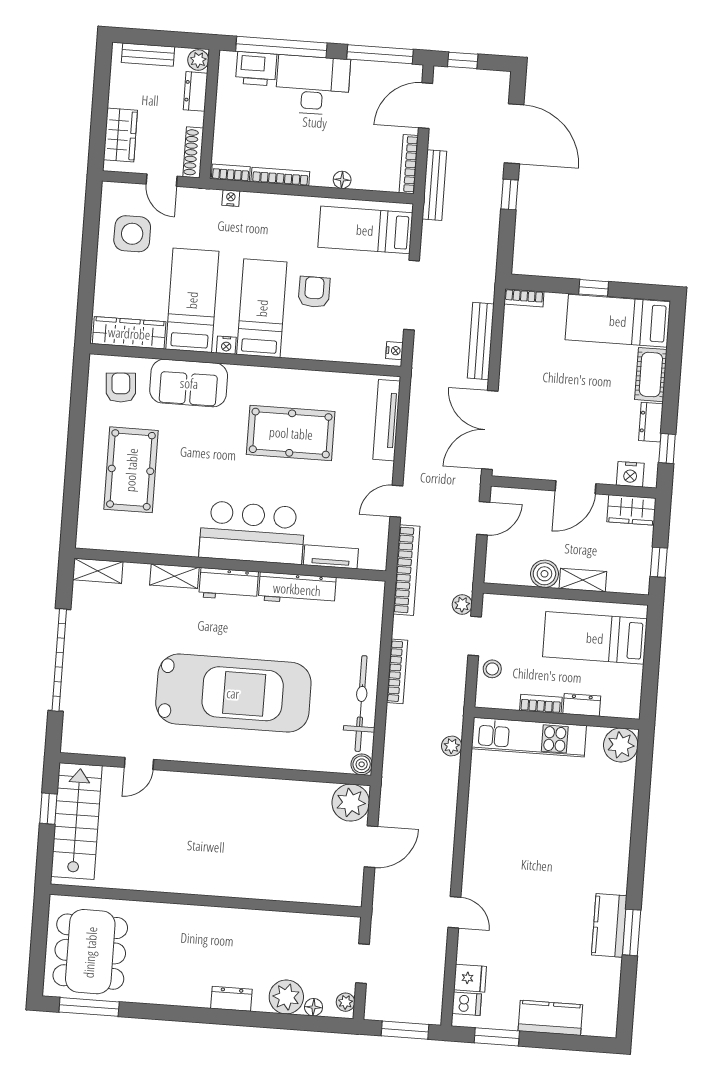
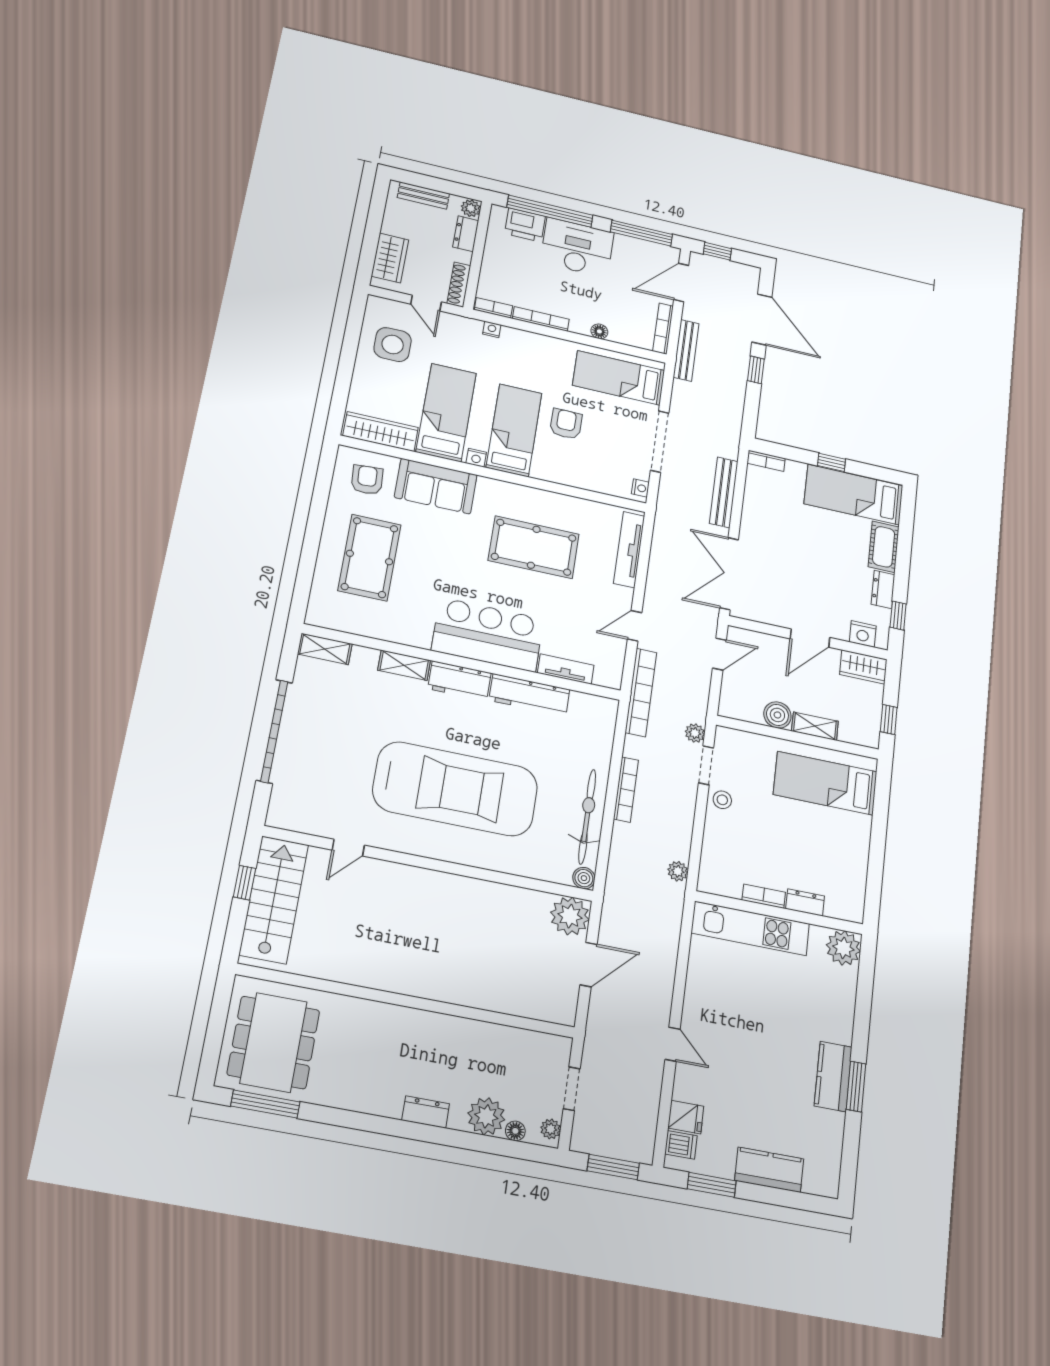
bookcase: (541, 704) -> (764, 896), moved
dresser: (582, 705) -> (805, 902), moved
wall: (557, 718) -> (779, 913), moved
kitchen unit: (529, 737) -> (750, 928), moved
plant: (621, 745) -> (843, 948), moved

